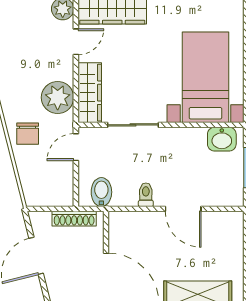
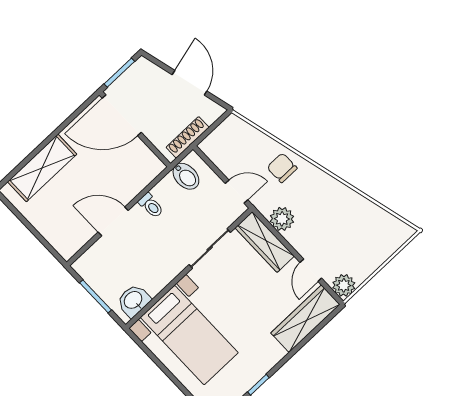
plant: (58, 97) -> (282, 219), width x0.73, depth x0.73
door: (76, 147) -> (237, 192), hinge flipped

